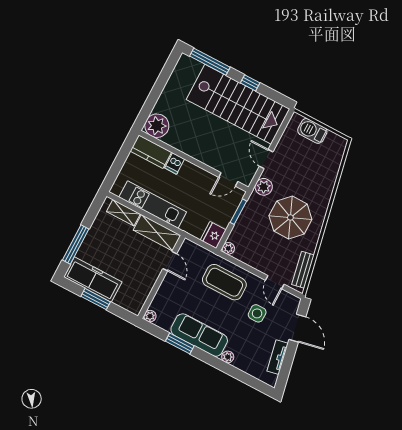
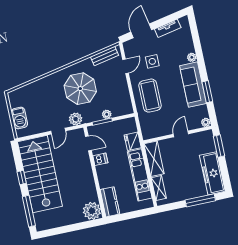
dishwasher: (175, 163) -> (100, 159), moved
fridge: (213, 235) -> (133, 141), moved, turned 90
plant: (228, 248) -> (107, 114), moved
door: (170, 261) -> (181, 134), moved
window: (96, 299) -> (219, 146), moved

